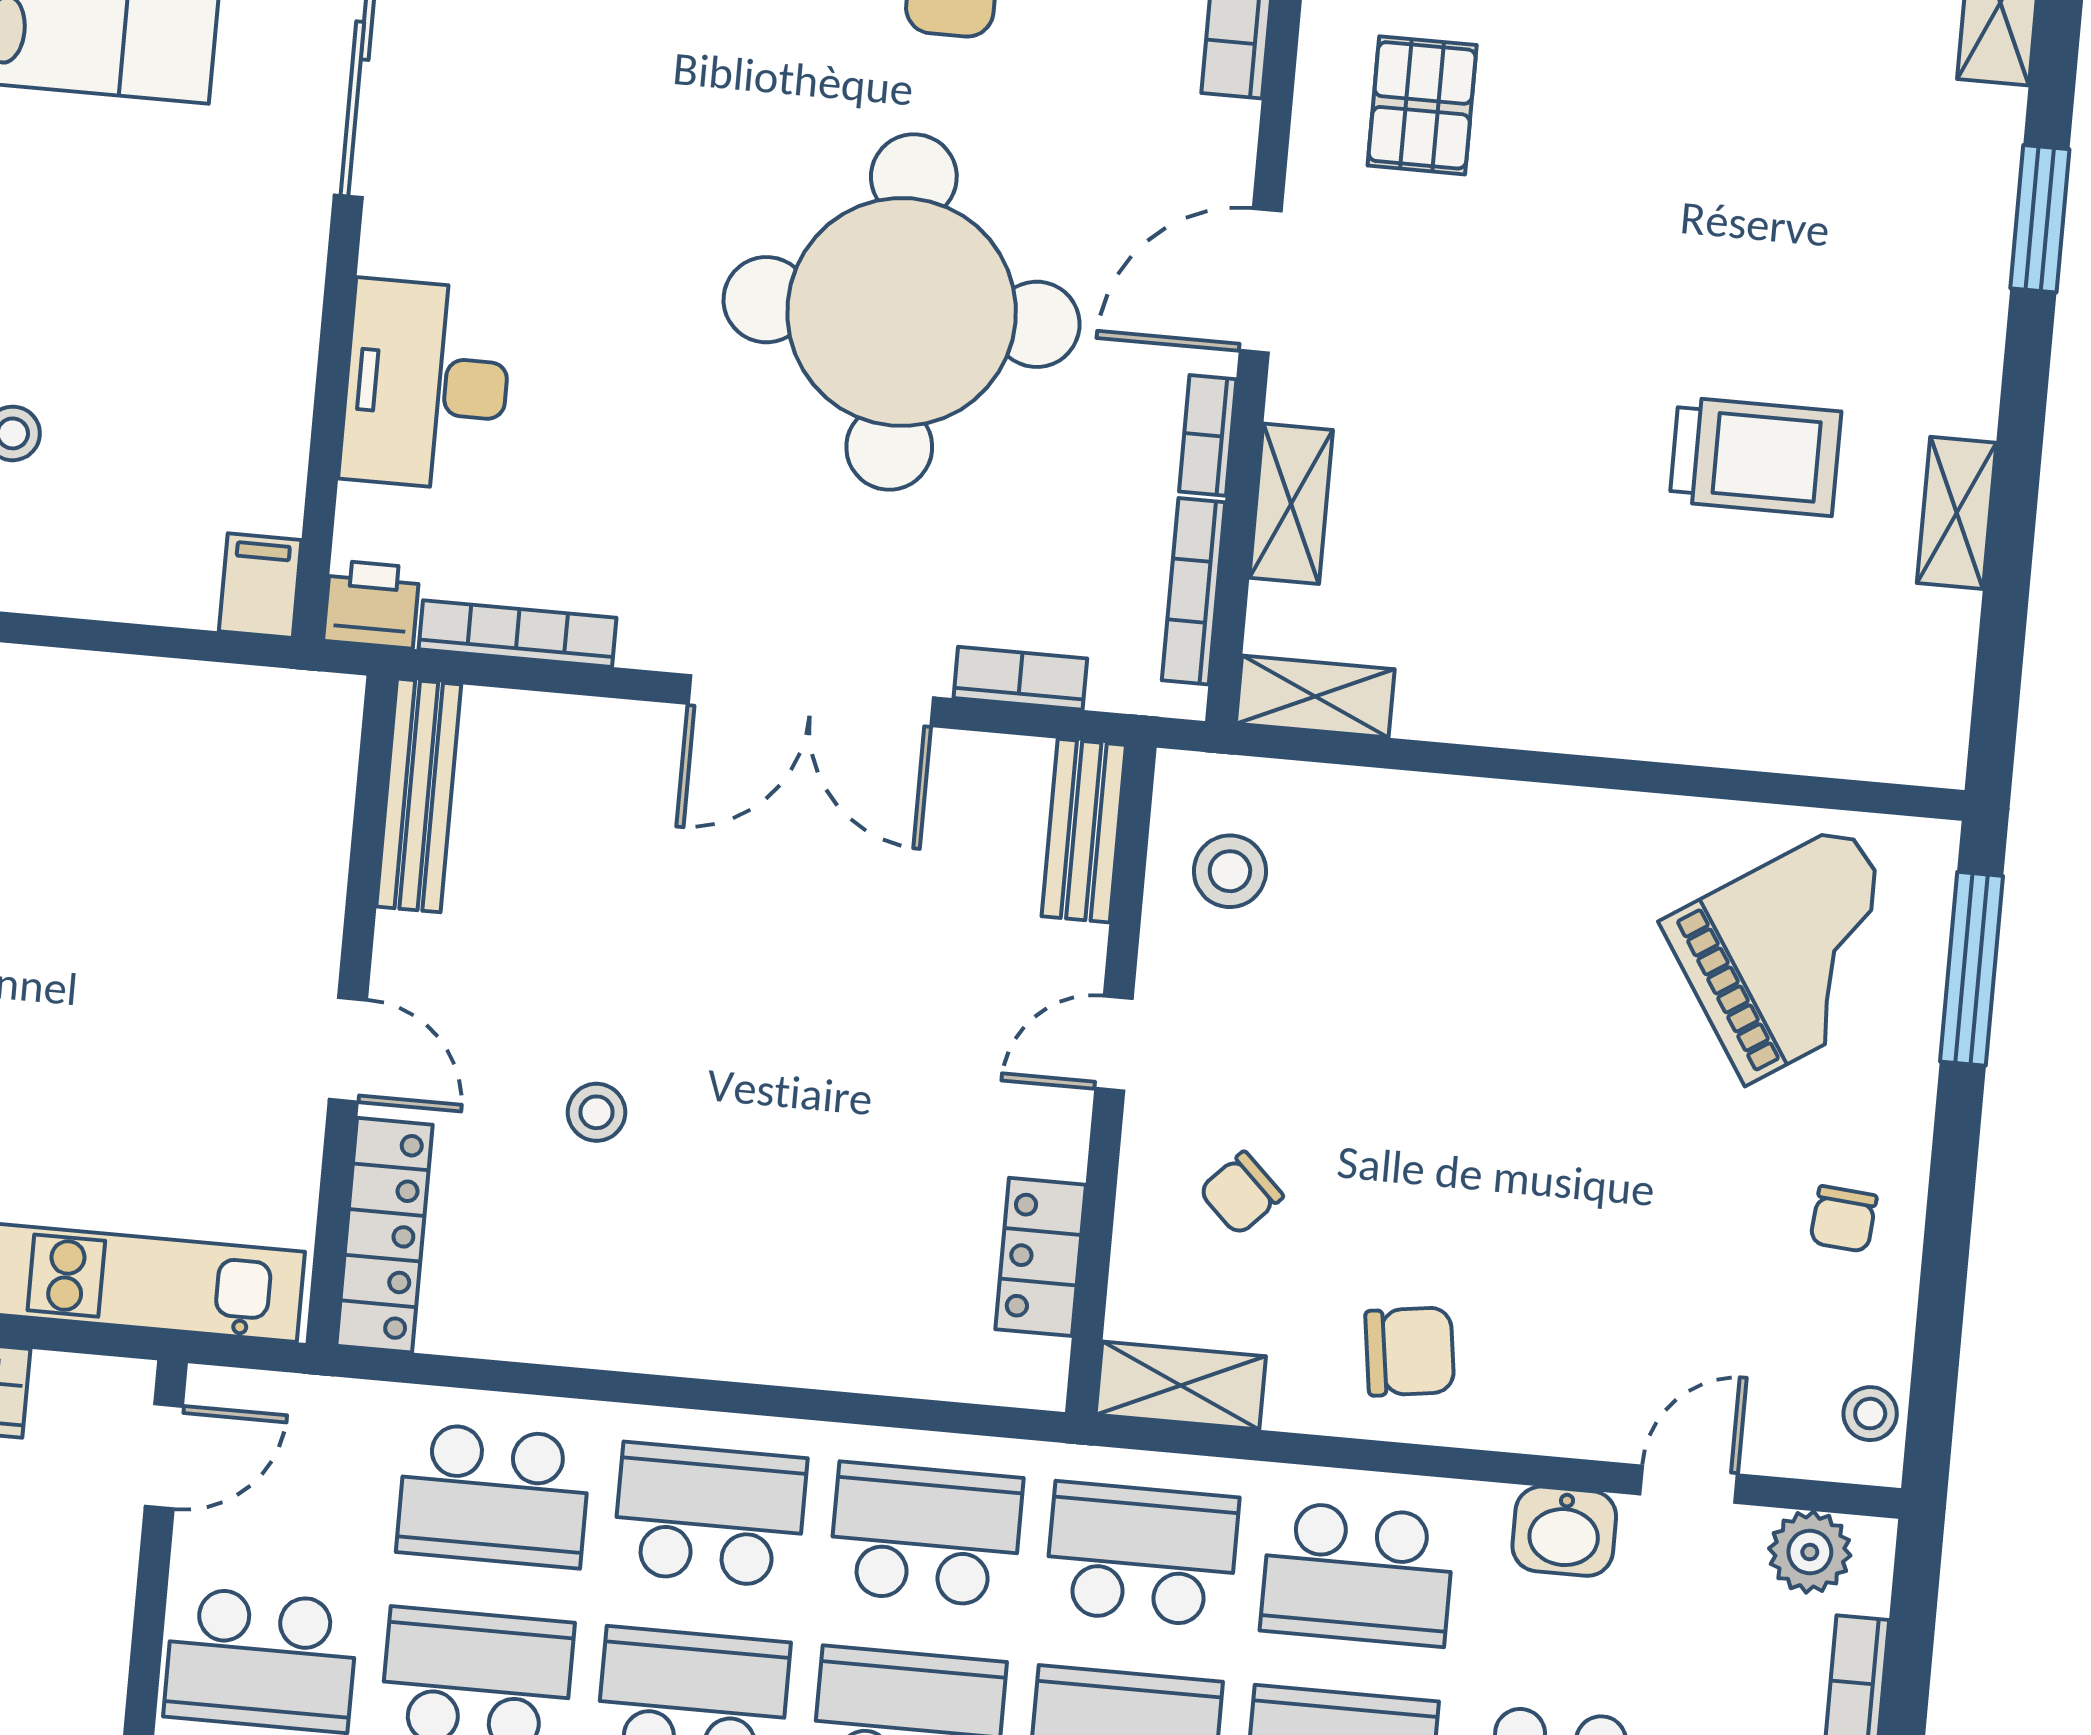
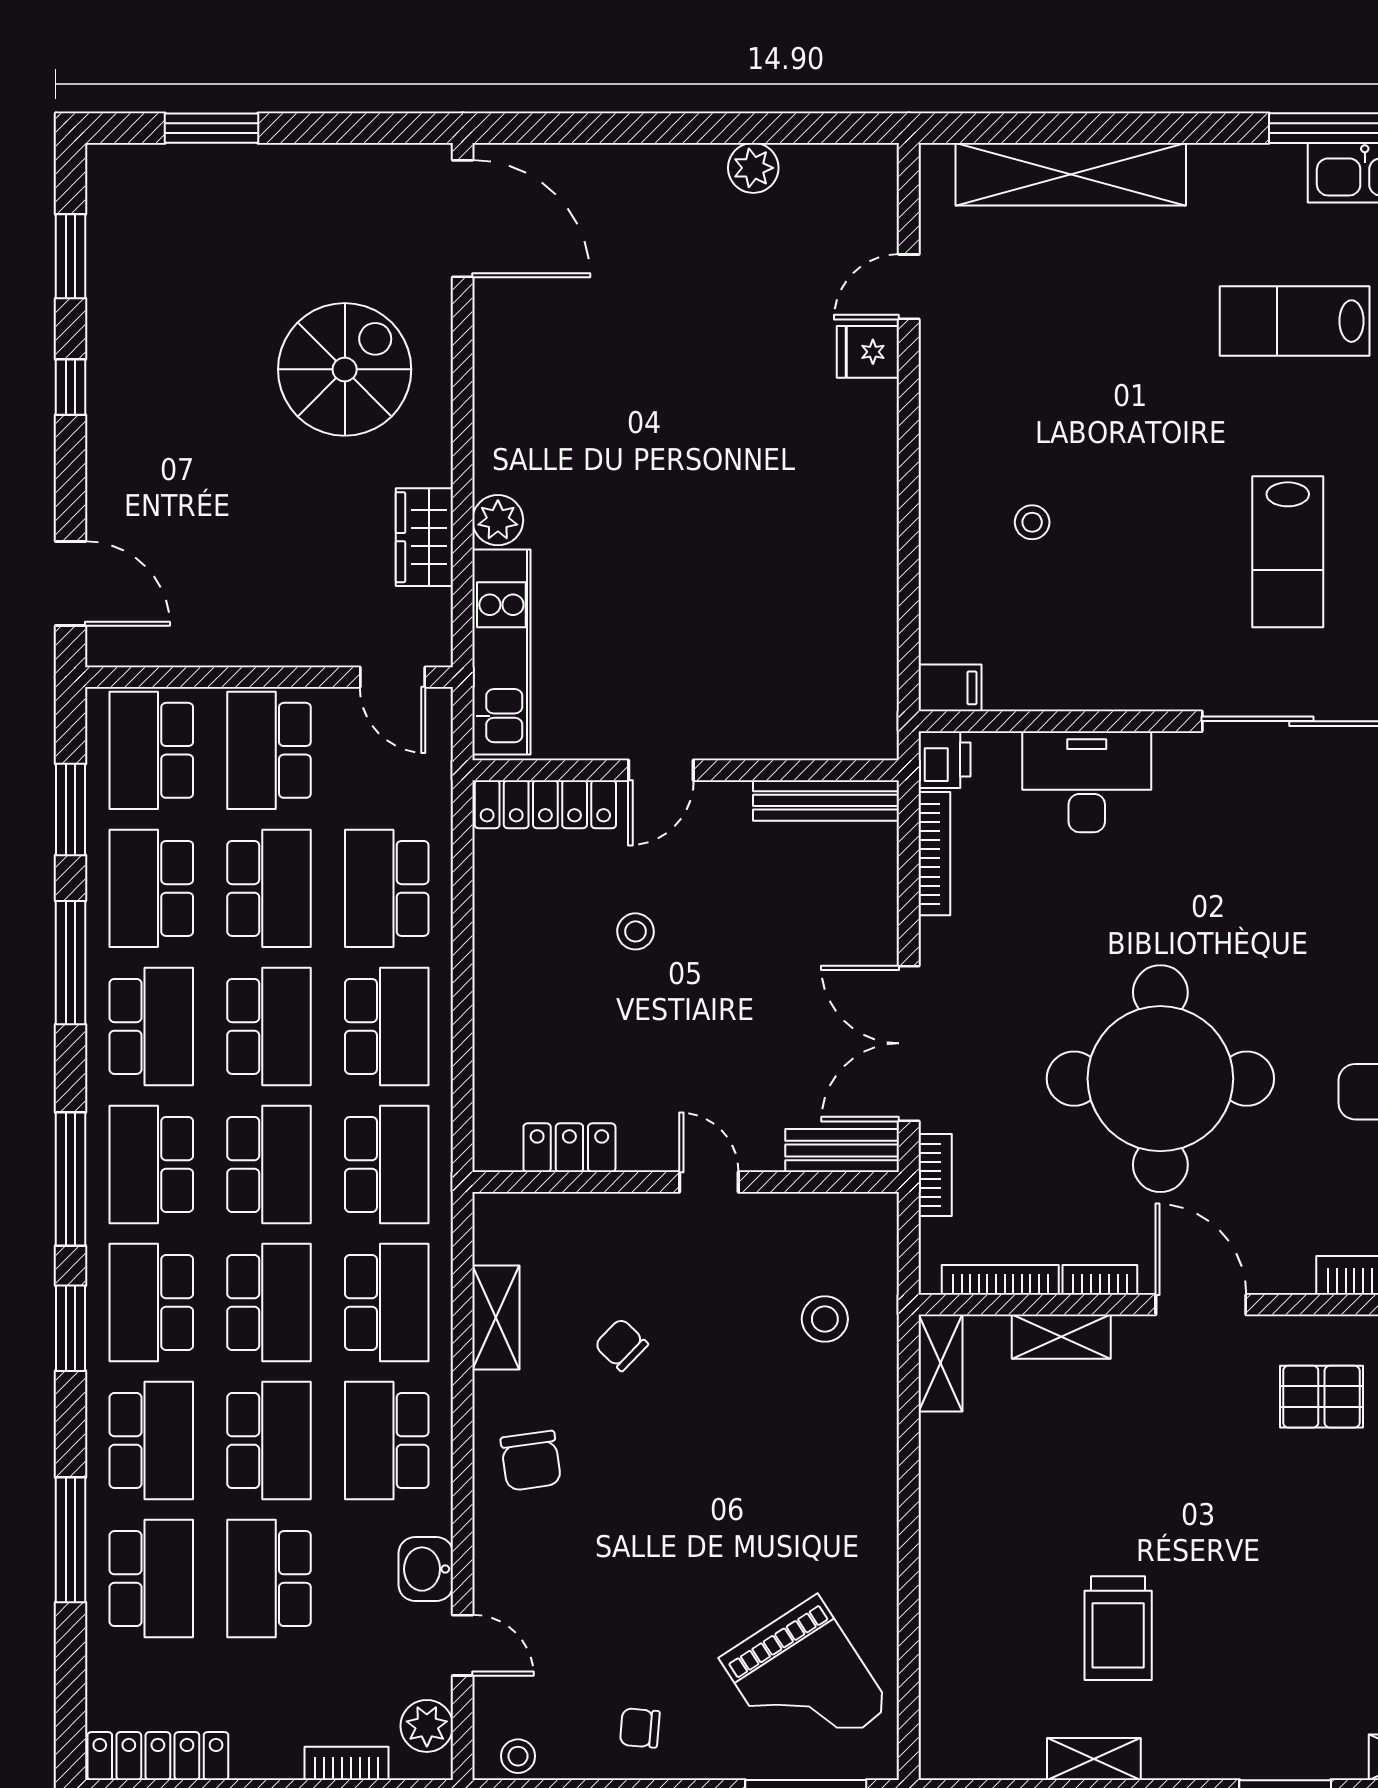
bench: (1084, 831) -> (842, 1151), moved
door: (1114, 1044) -> (709, 1182), moved
wall: (1111, 1080) -> (686, 1182), moved
locker: (1041, 1257) -> (569, 1148), moved

